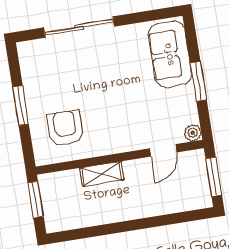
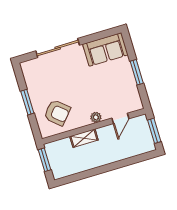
sofa: (170, 54) -> (105, 49), moved, turned -90
armchair: (65, 128) -> (57, 113), turned 131
plant: (193, 133) -> (96, 117), moved

